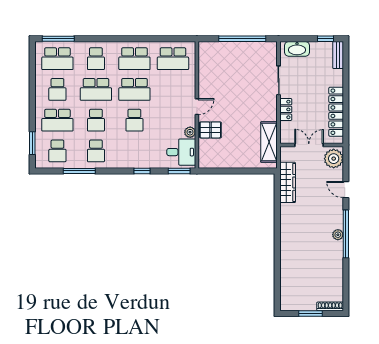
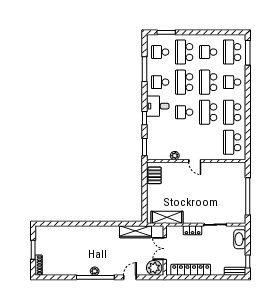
school desk: (96, 120) -> (184, 82), width x1.85
pallet: (210, 130) -> (155, 175), moved
double door: (309, 145) -> (165, 249), swing flipped
desk: (181, 152) -> (158, 106), moved, turned 90

